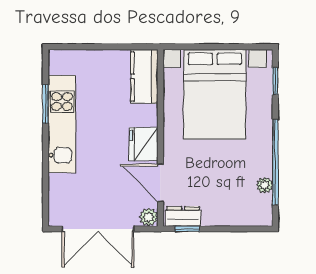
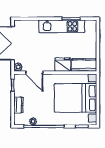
fridge: (144, 144) -> (63, 65), moved
door: (160, 183) -> (34, 73), swing flipped
dresser: (183, 216) -> (18, 105), moved

